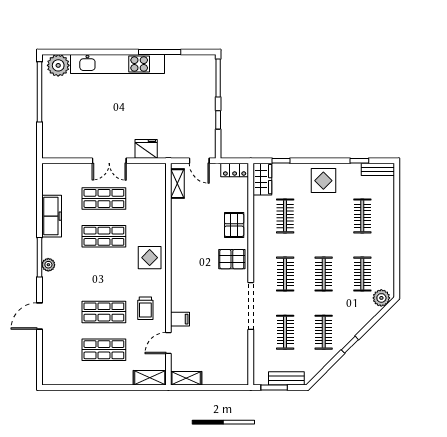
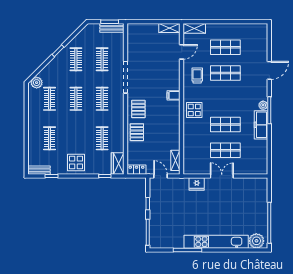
freezer: (52, 216) -> (261, 125), moved
pallet: (232, 259) -> (138, 109), turned 90
filing cabinet: (180, 319) -> (174, 95), moved
bench: (286, 378) -> (112, 28), moved

